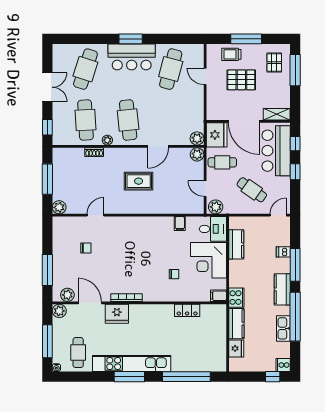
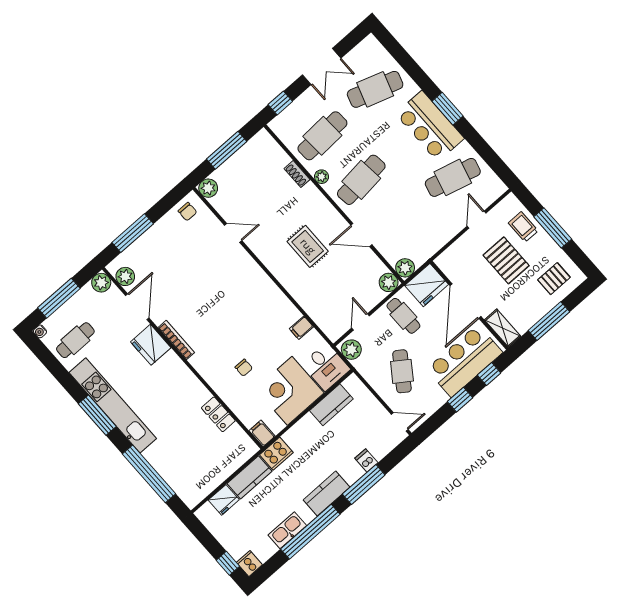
window: (295, 70) -> (549, 321), moved
chair: (86, 248) -> (187, 212), moved

